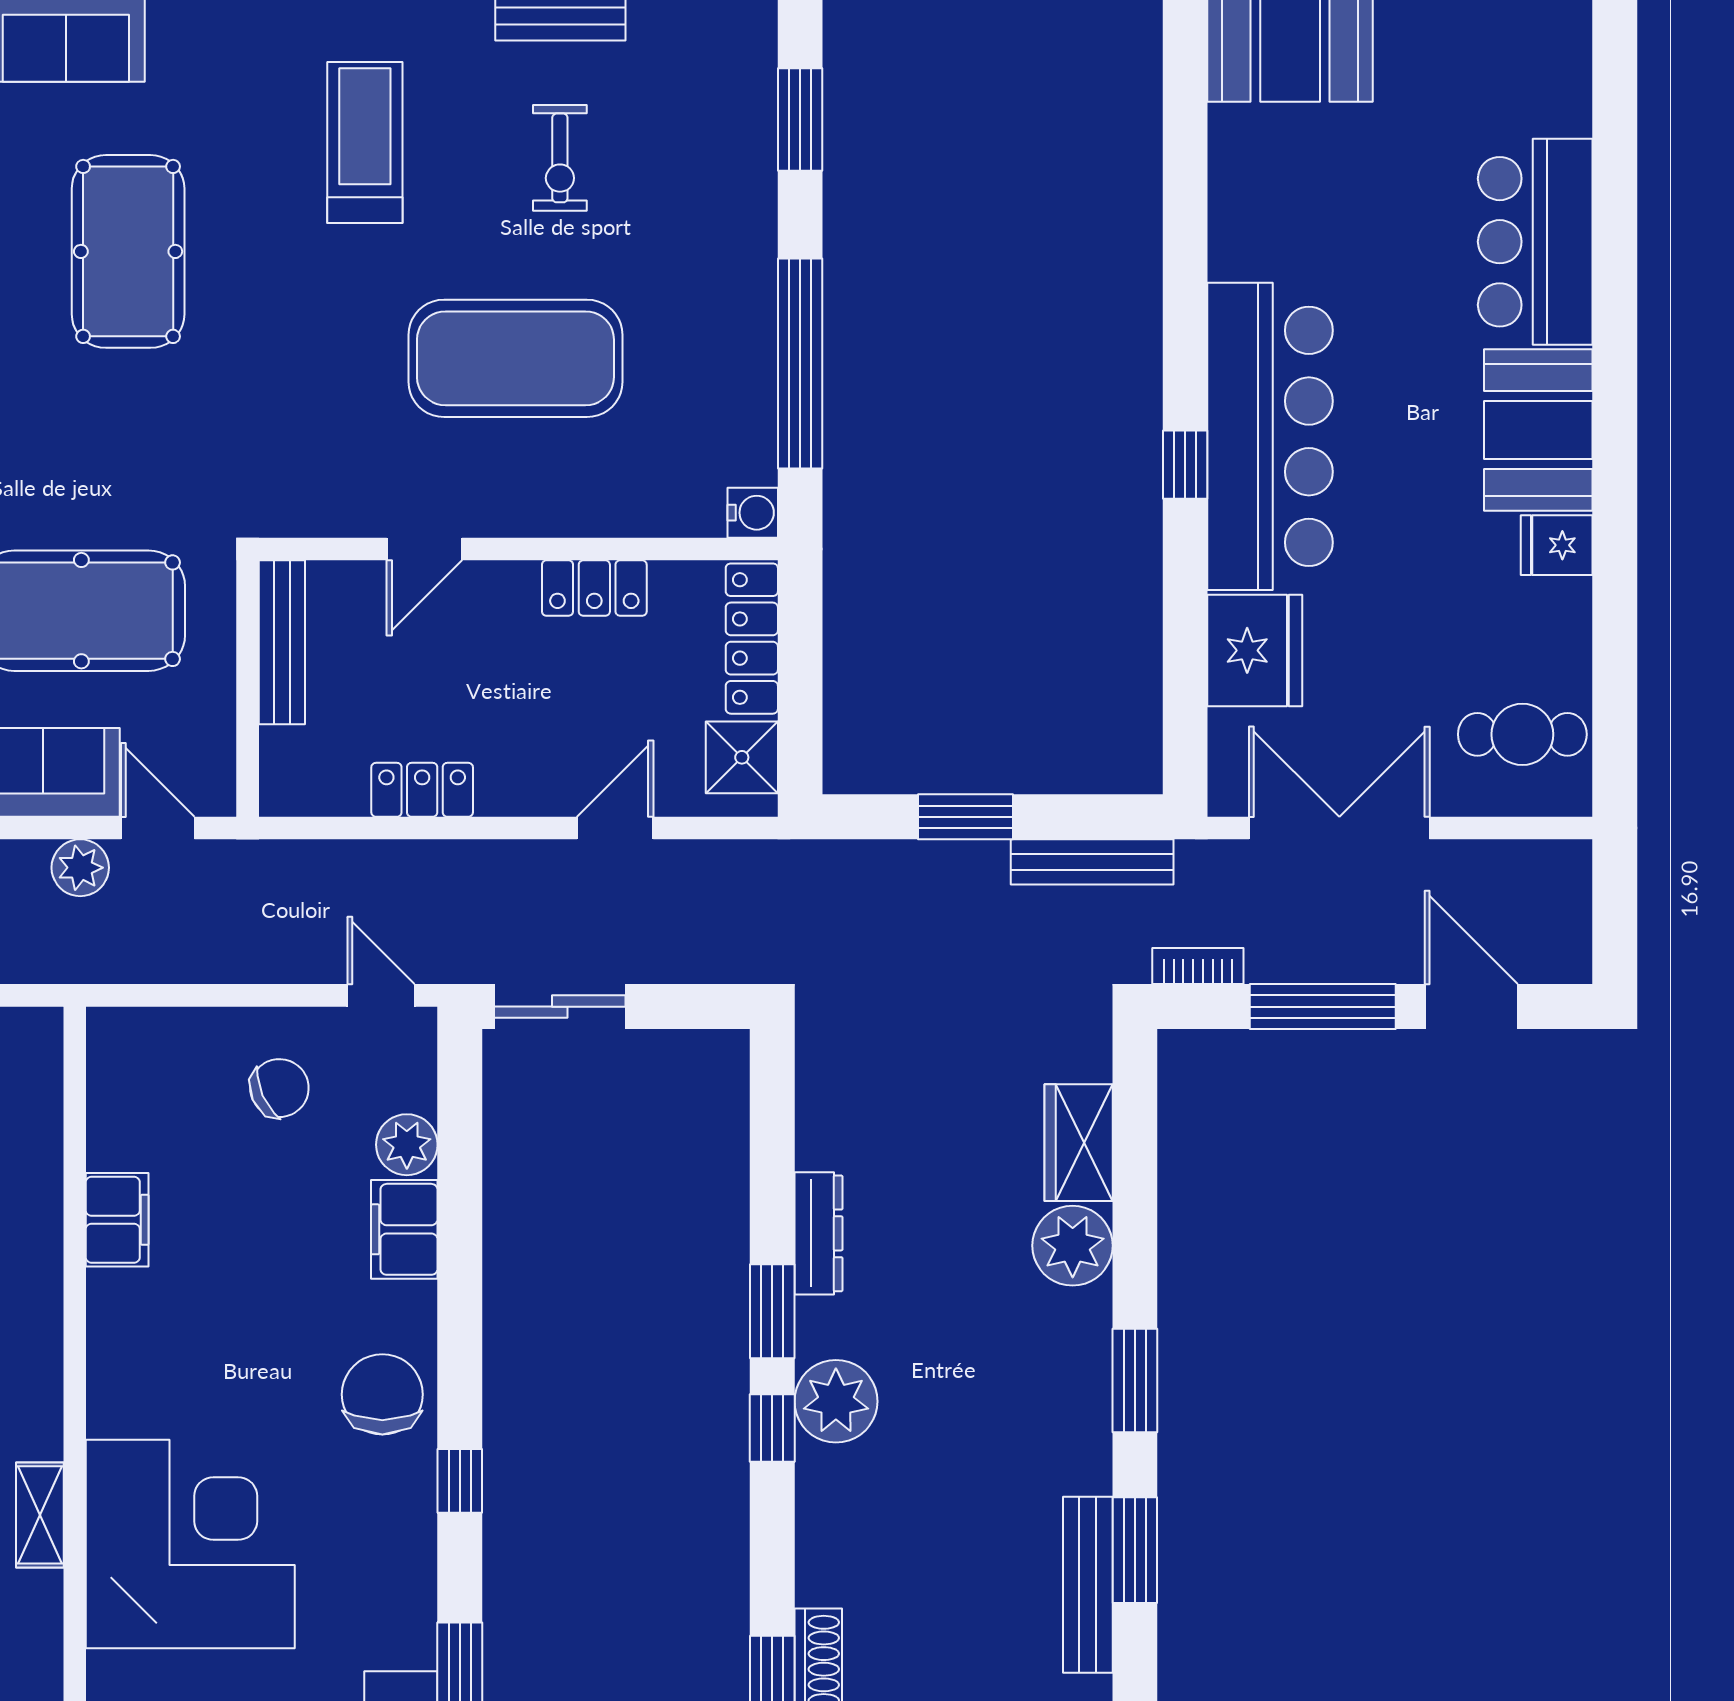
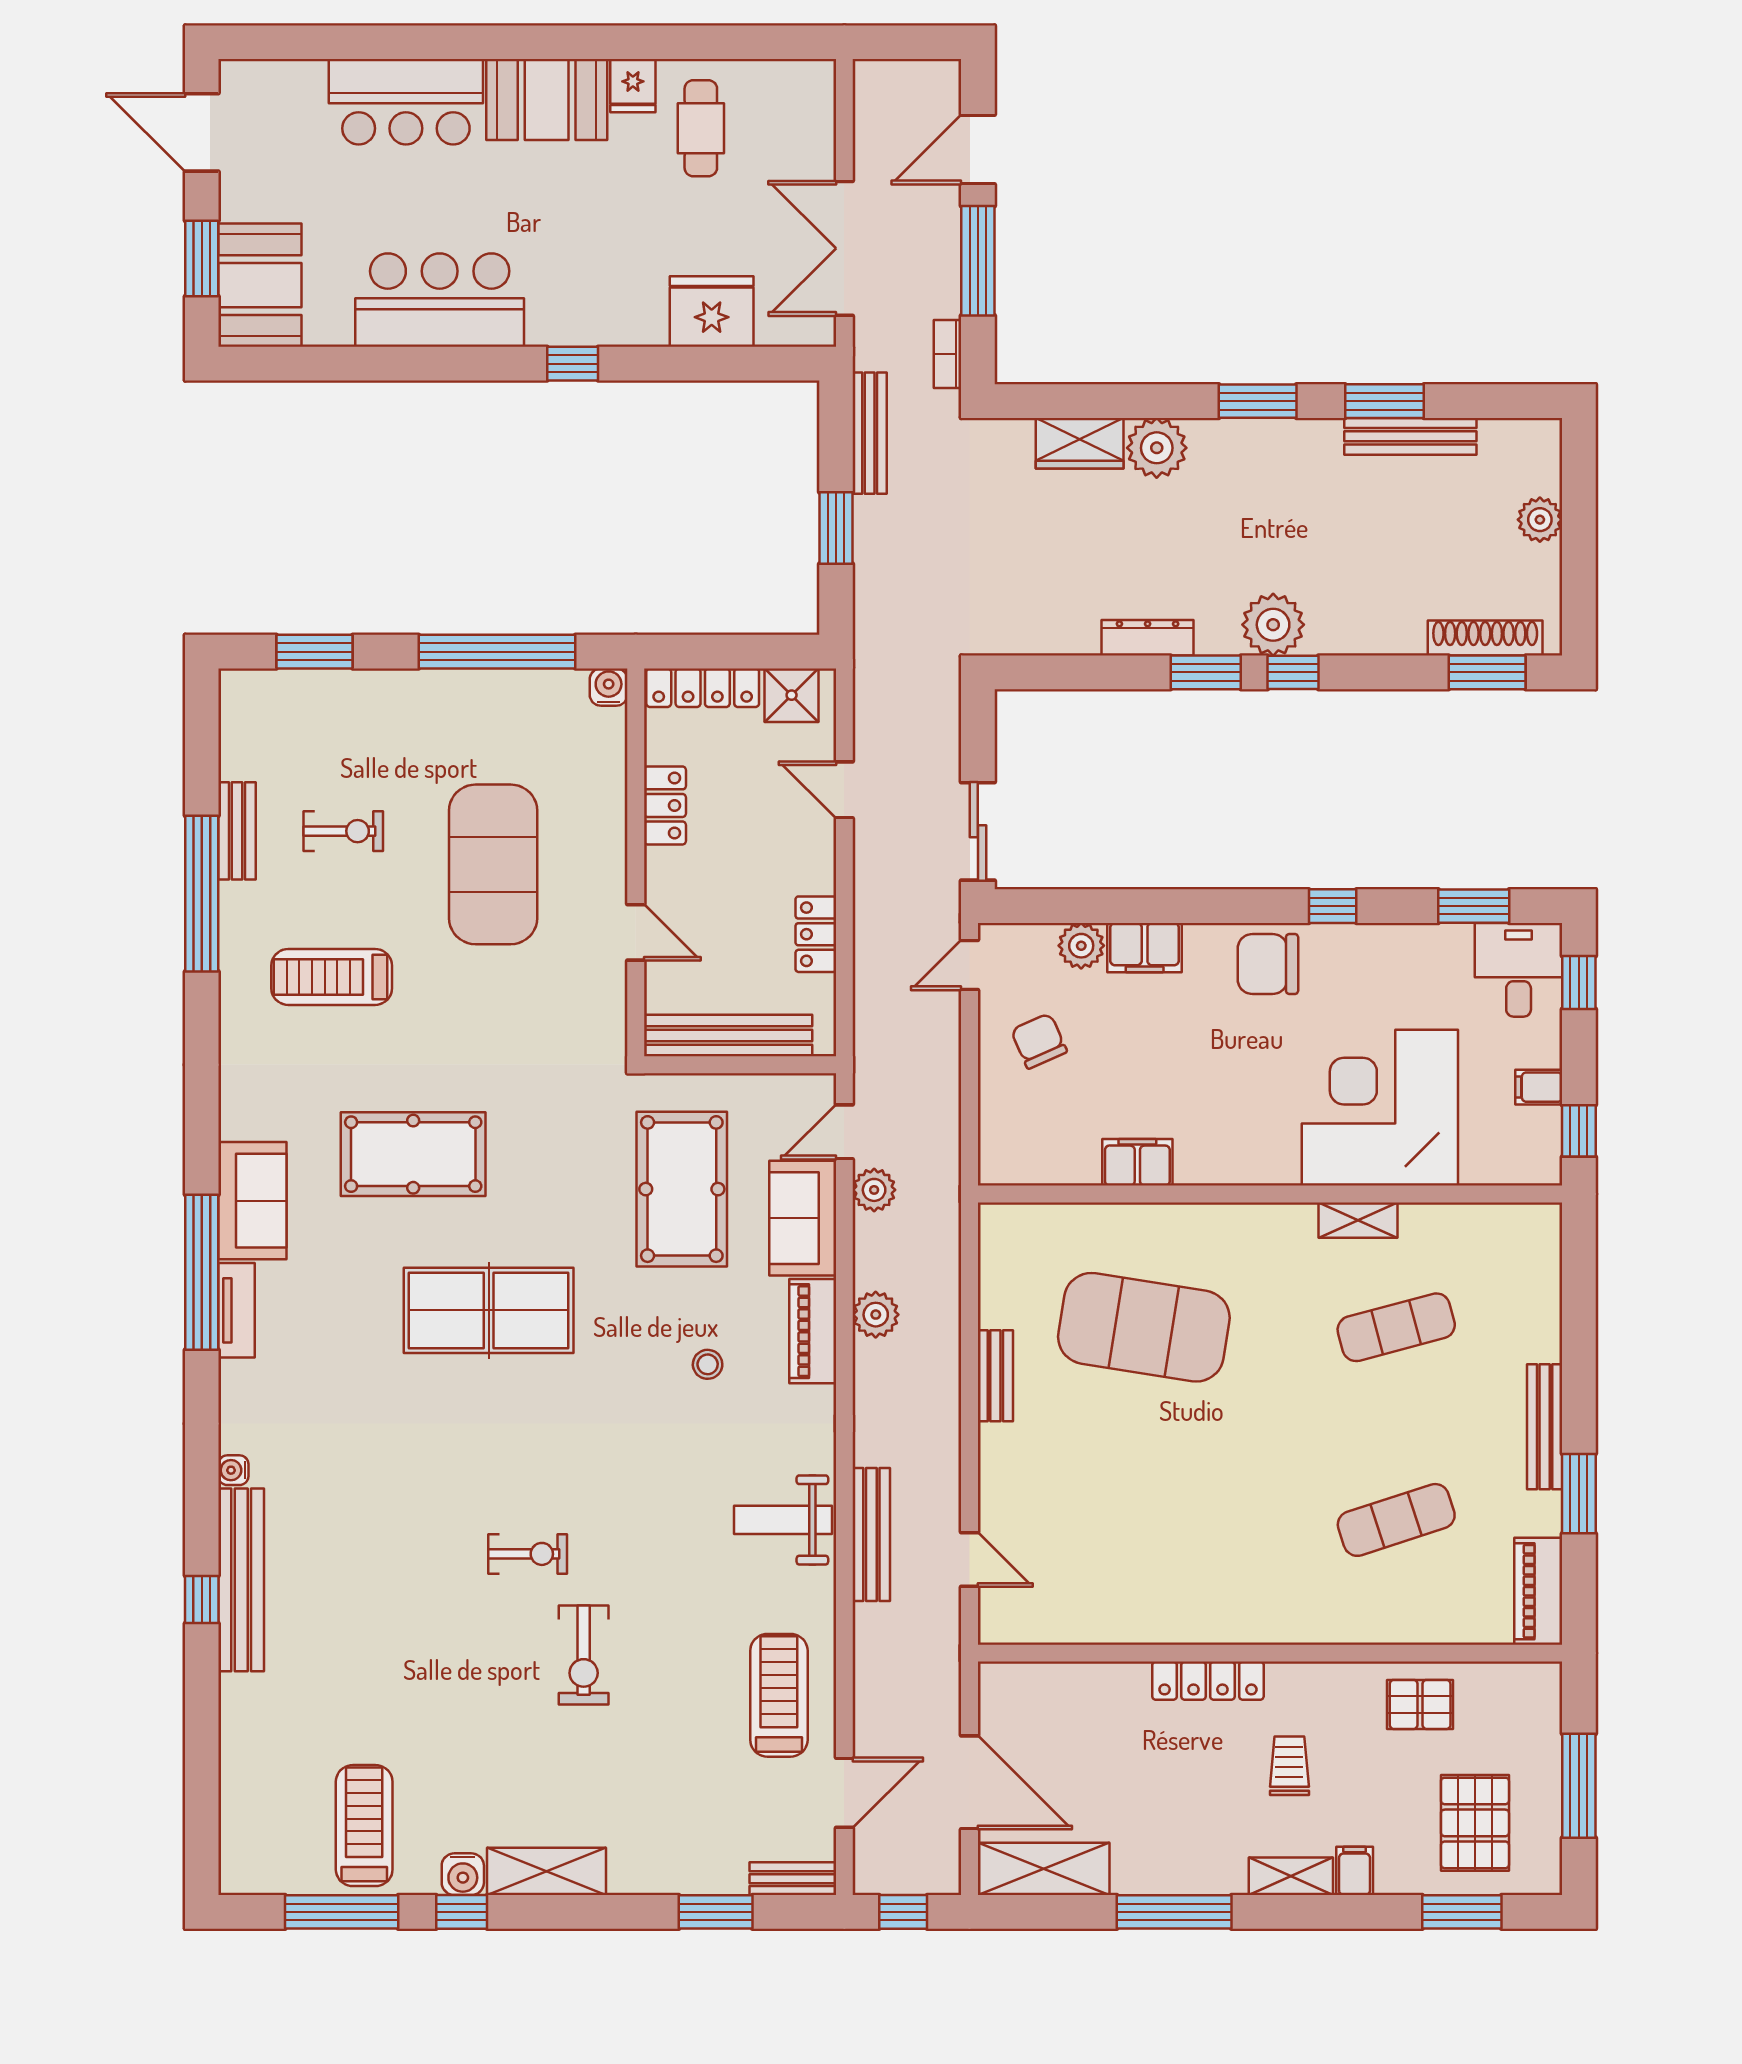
bar counter: (1270, 436) -> (440, 300), moved, width x0.73
bench: (282, 642) -> (728, 1035), width x1.37, depth x1.21
cafe table: (1522, 734) -> (701, 128), moved

